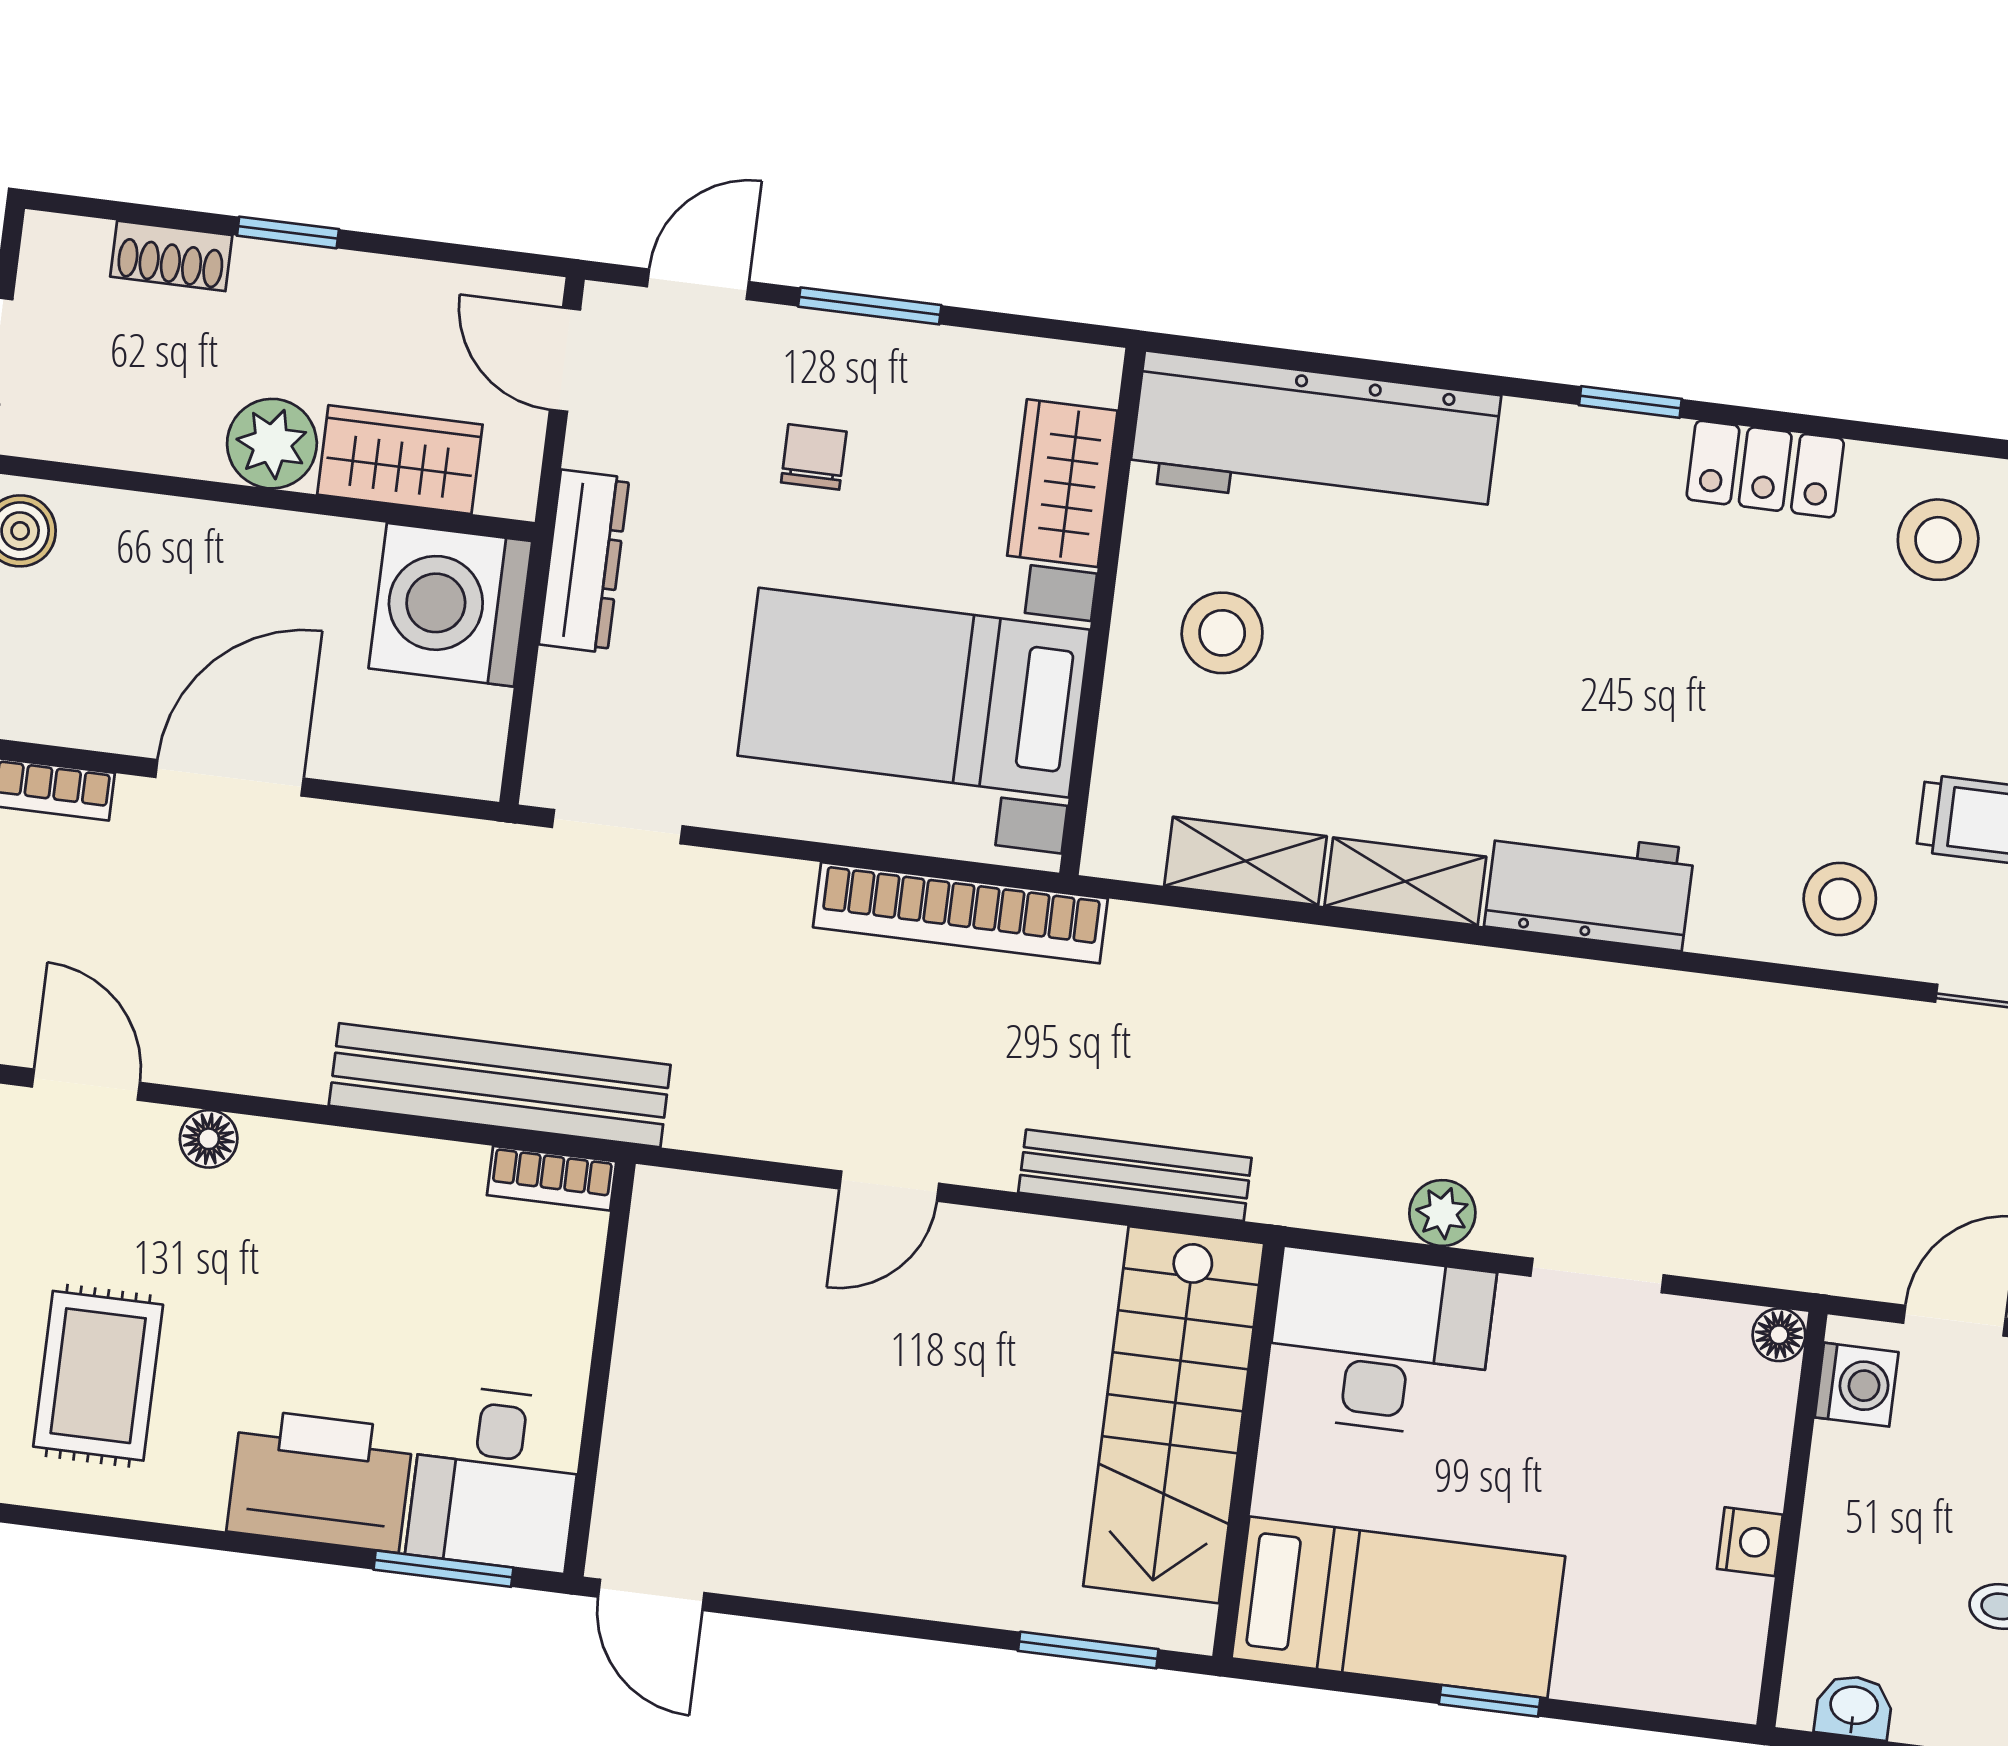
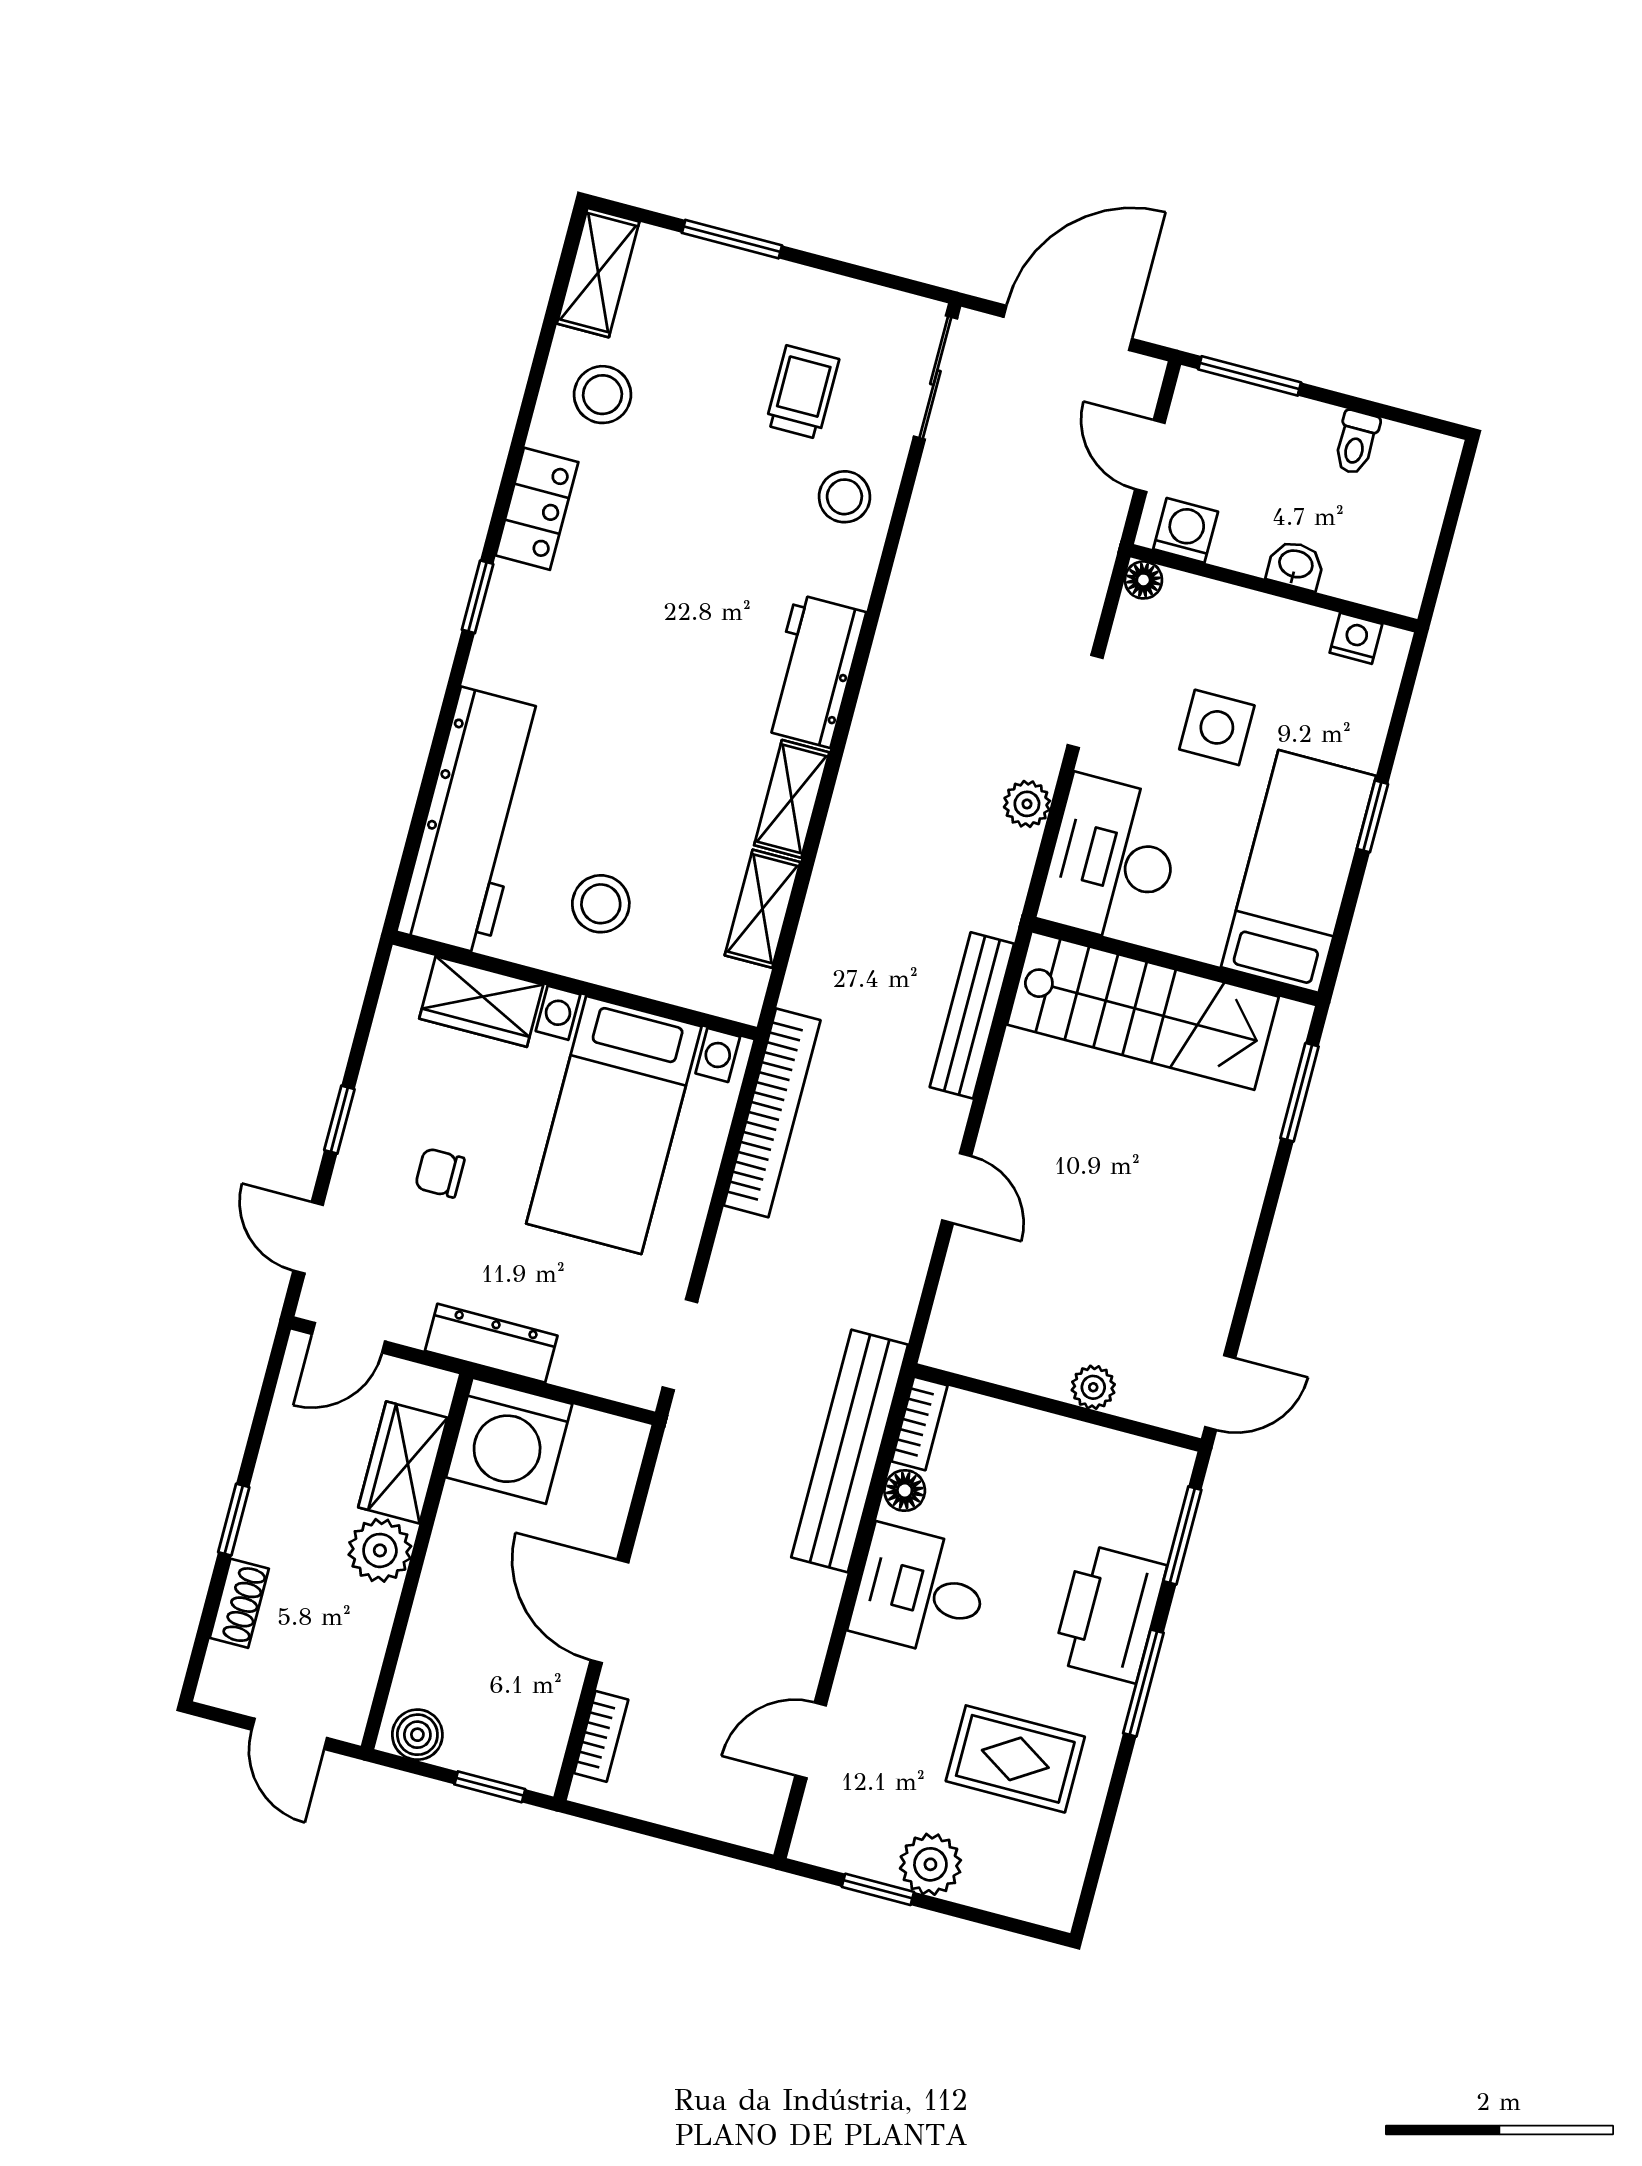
window: (870, 306) -> (339, 1120), width x0.67
floor lamp: (209, 1139) -> (905, 1490), moved
plant: (635, 1416) -> (1093, 1387), added
side table: (1585, 1466) -> (1217, 727), added
desk: (495, 1478) -> (920, 1591), moved, turned 180
window: (229, 1542) -> (1143, 1683), added
nightstand: (1750, 1542) -> (1356, 638), moved
washbasin: (1854, 1707) -> (1296, 565), moved, turned 90

